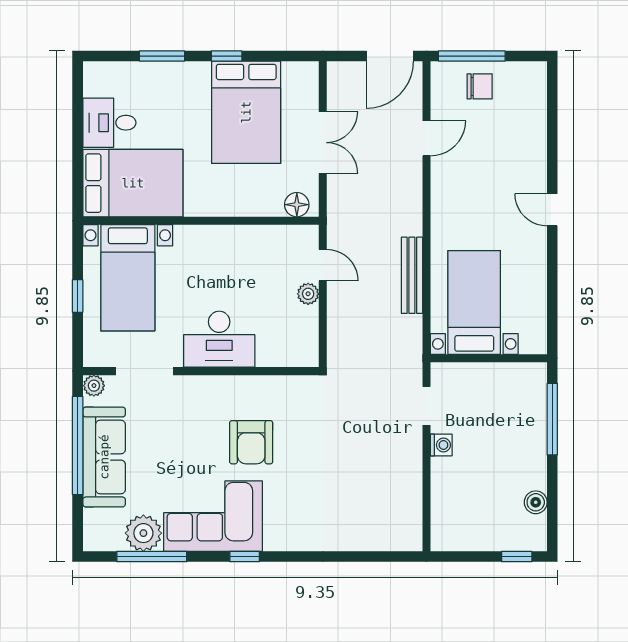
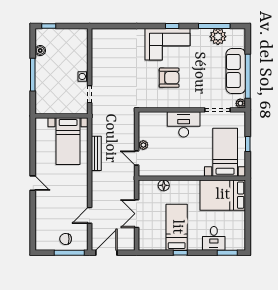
window: (162, 56) -> (227, 253), moved
bed: (246, 112) -> (177, 227), width x0.67
desk: (109, 123) -> (214, 238), moved, turned 90
floor lamp: (297, 205) -> (164, 185), moved
window: (552, 419) -> (33, 75), moved
armchair: (251, 442) -> (169, 78), turned 90
corner sofa: (213, 516) -> (168, 44), moved

